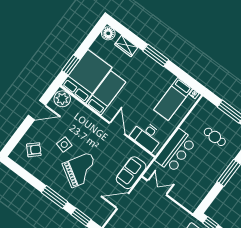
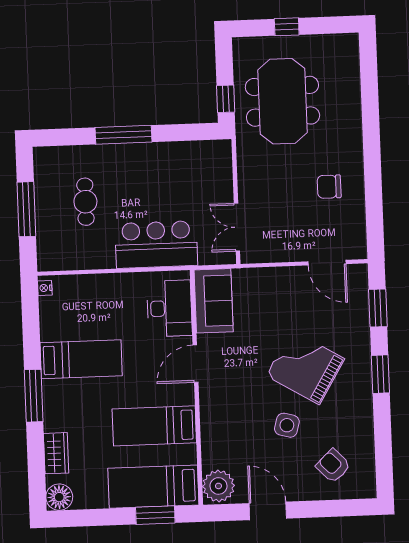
bed: (87, 76) -> (153, 487), width x0.67
bed: (173, 99) -> (81, 359), moved
sofa: (131, 173) -> (214, 301), moved, turned -90
window: (55, 197) -> (380, 374), width x0.69
door: (123, 201) -> (327, 263), moved

